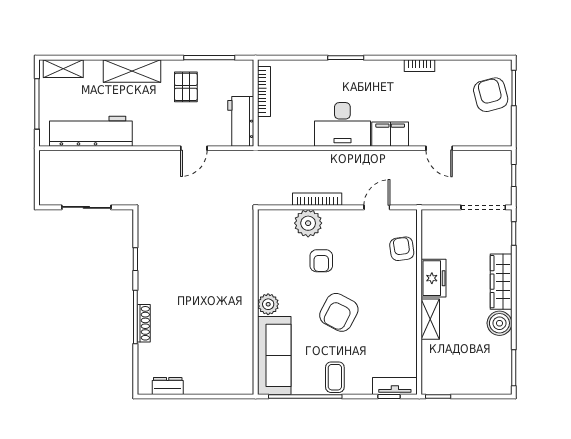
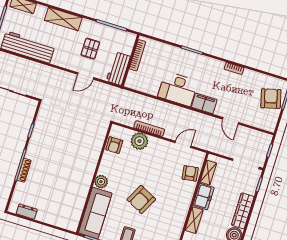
pallet: (186, 87) -> (90, 49), moved
shelving: (430, 239) -> (208, 173), added
armchair: (321, 261) -> (114, 145), moved

